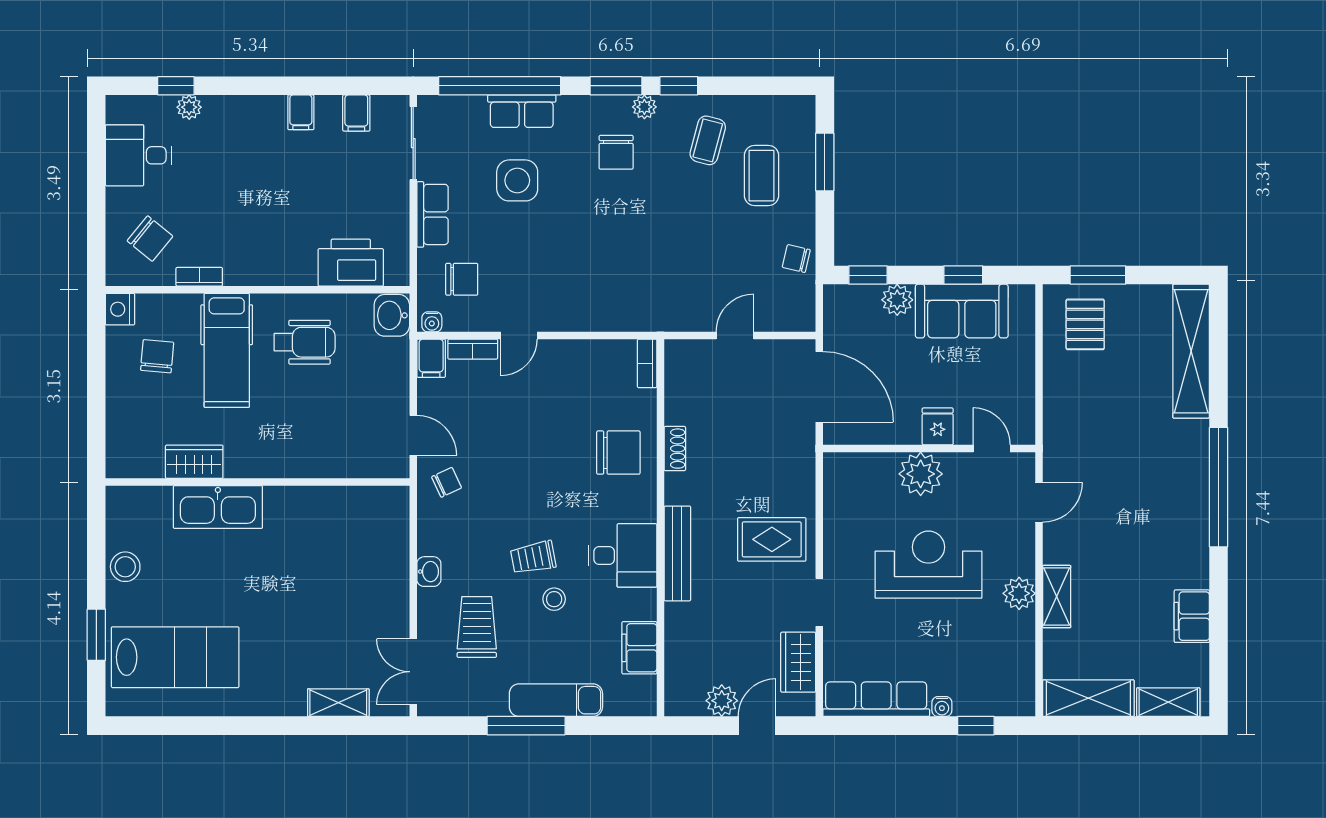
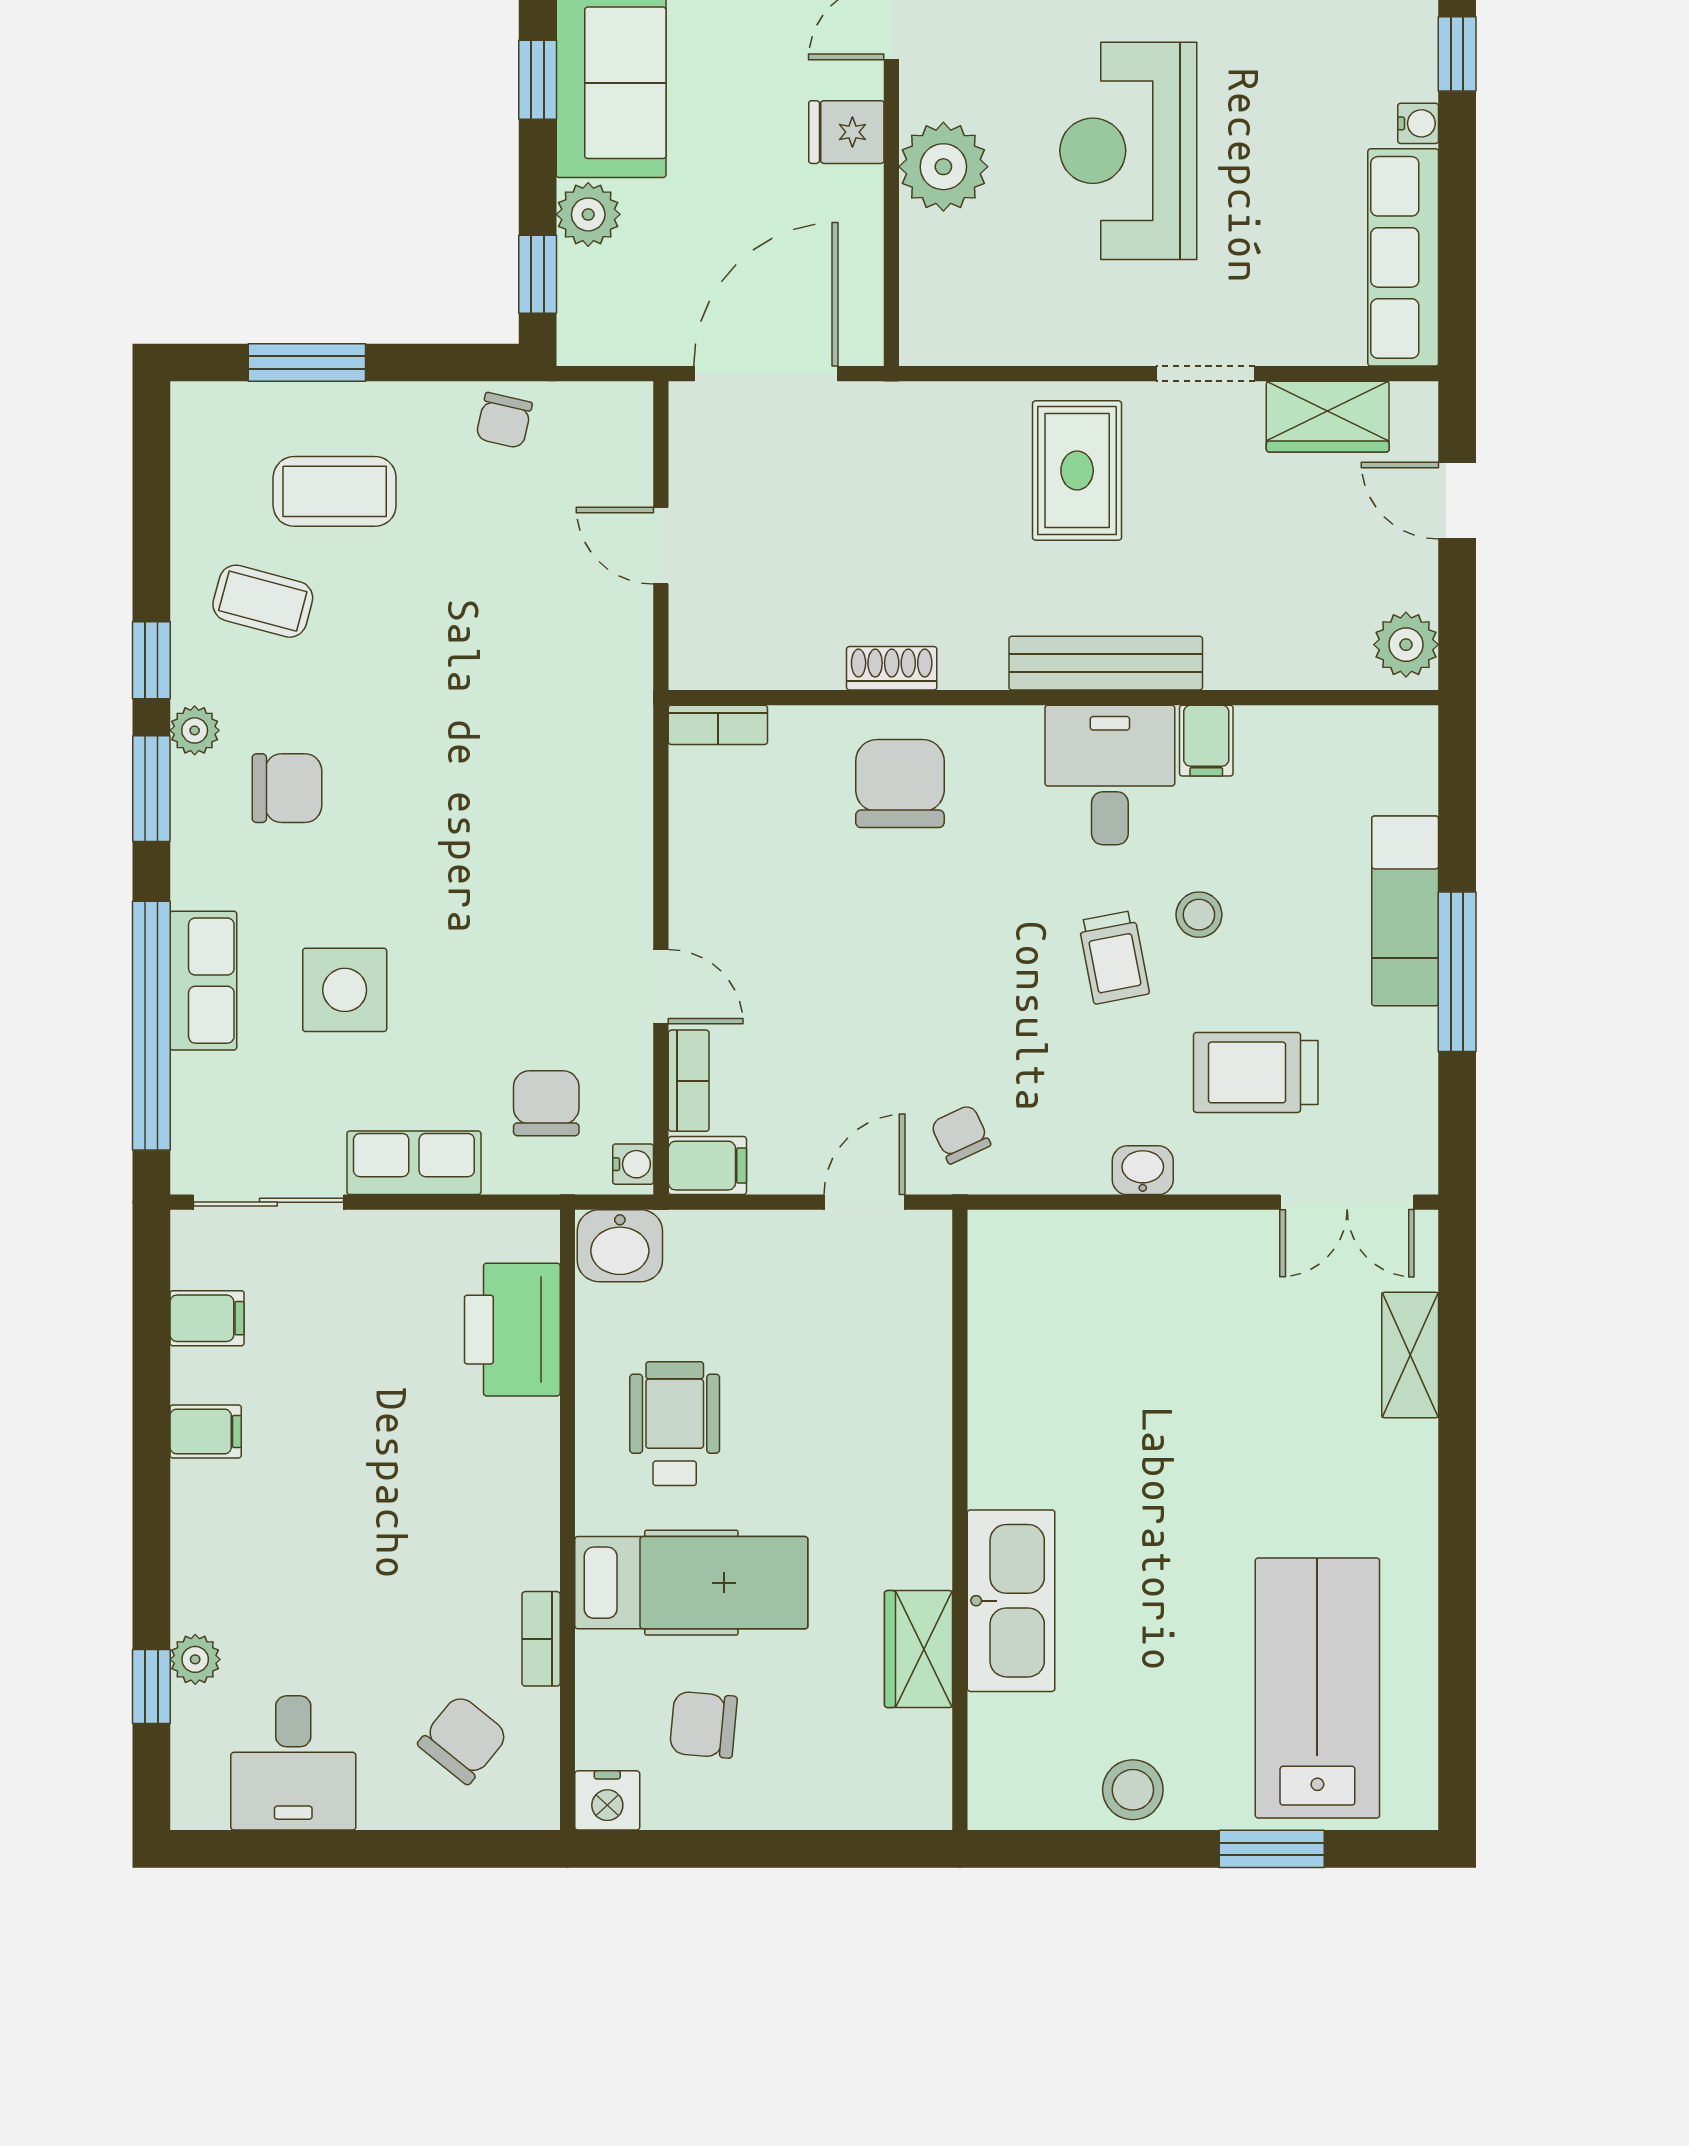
filing cabinet: (639, 648) -> (1206, 741), moved, width x0.50
plant: (722, 701) -> (1406, 645), moved

